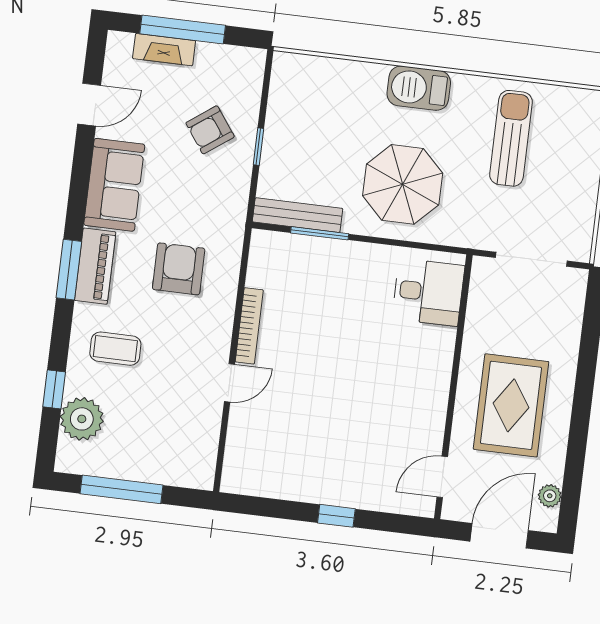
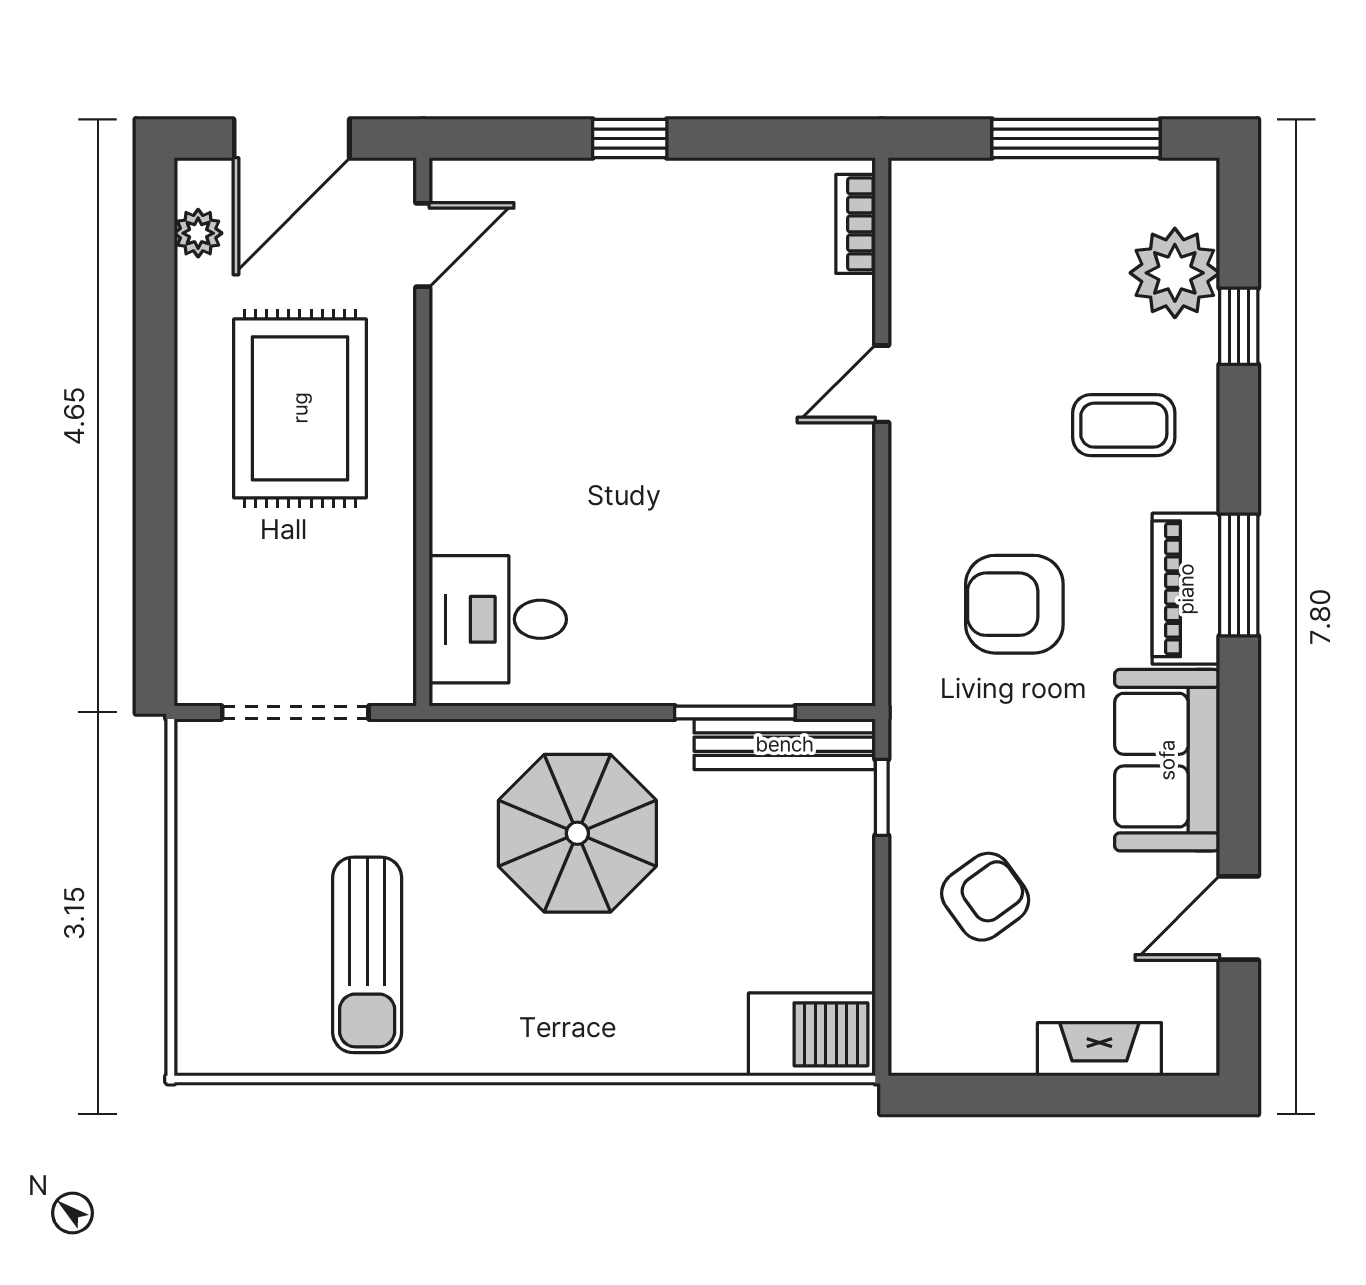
window: (183, 30) -> (1066, 1095), removed
barbecue: (419, 88) -> (812, 1034), moved
window: (258, 147) -> (882, 797), moved
armchair: (179, 269) -> (1014, 604), turned 90
bookcase: (249, 326) -> (856, 224), moved, width x0.64

